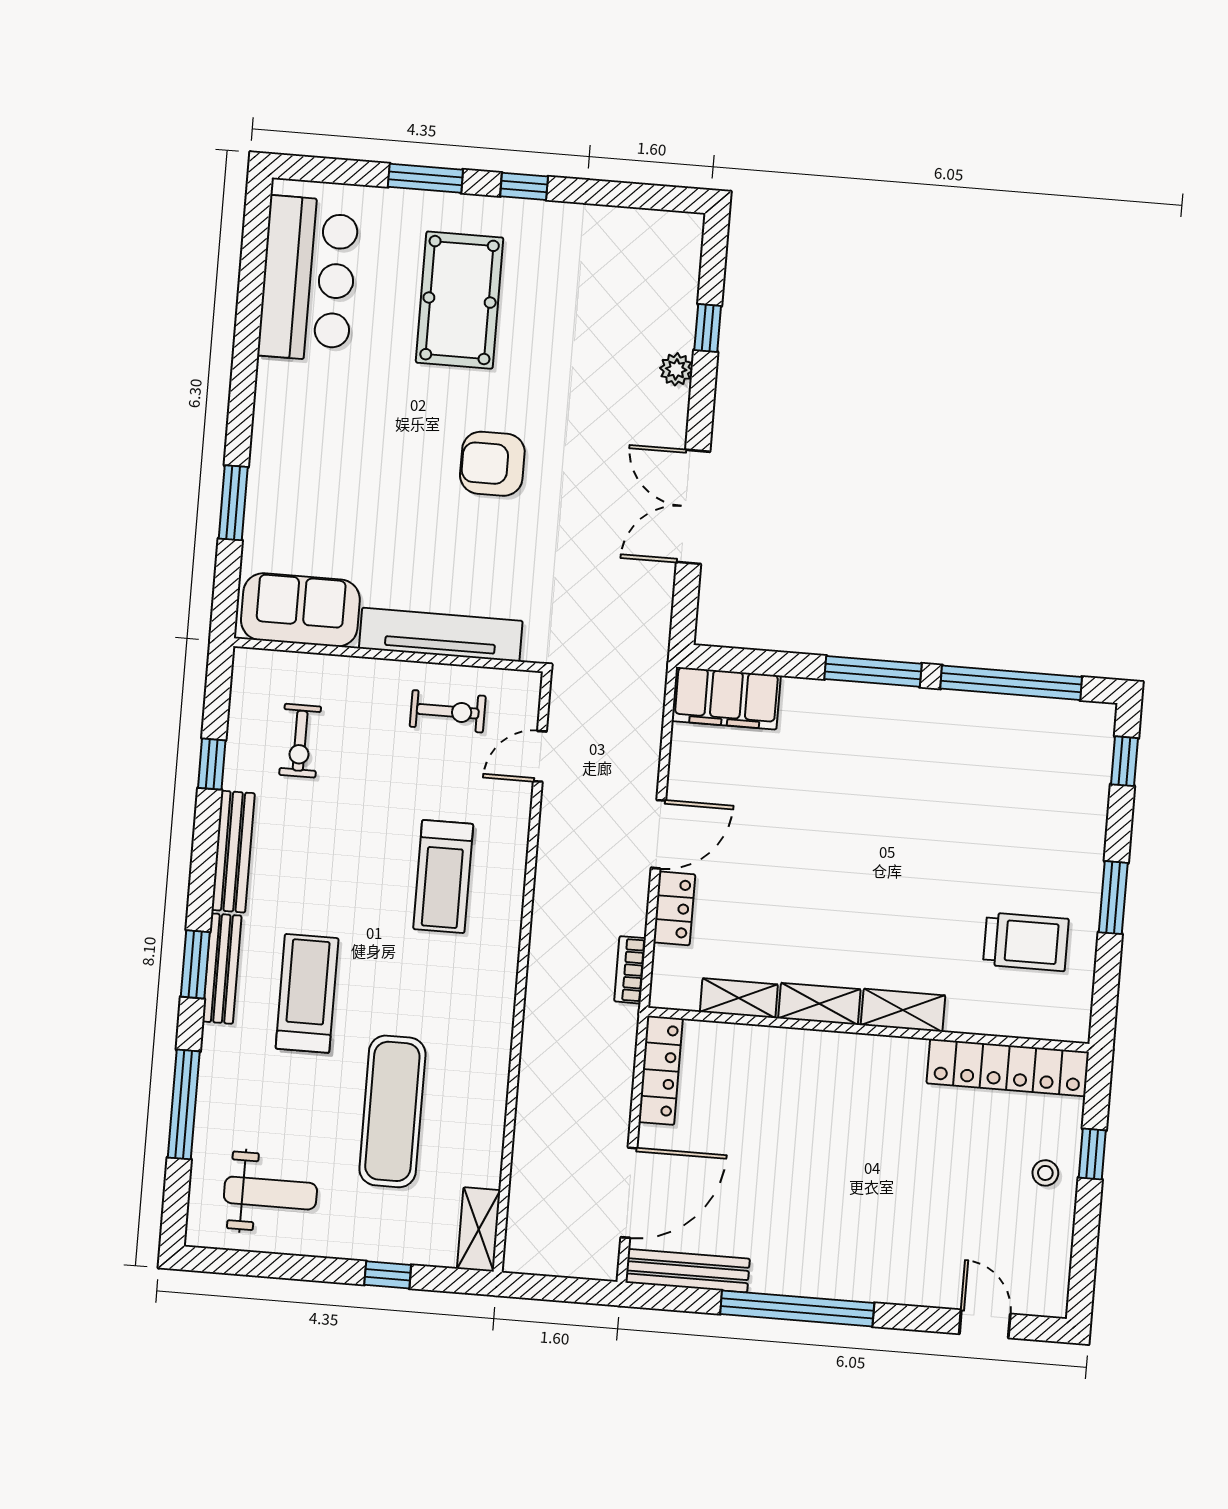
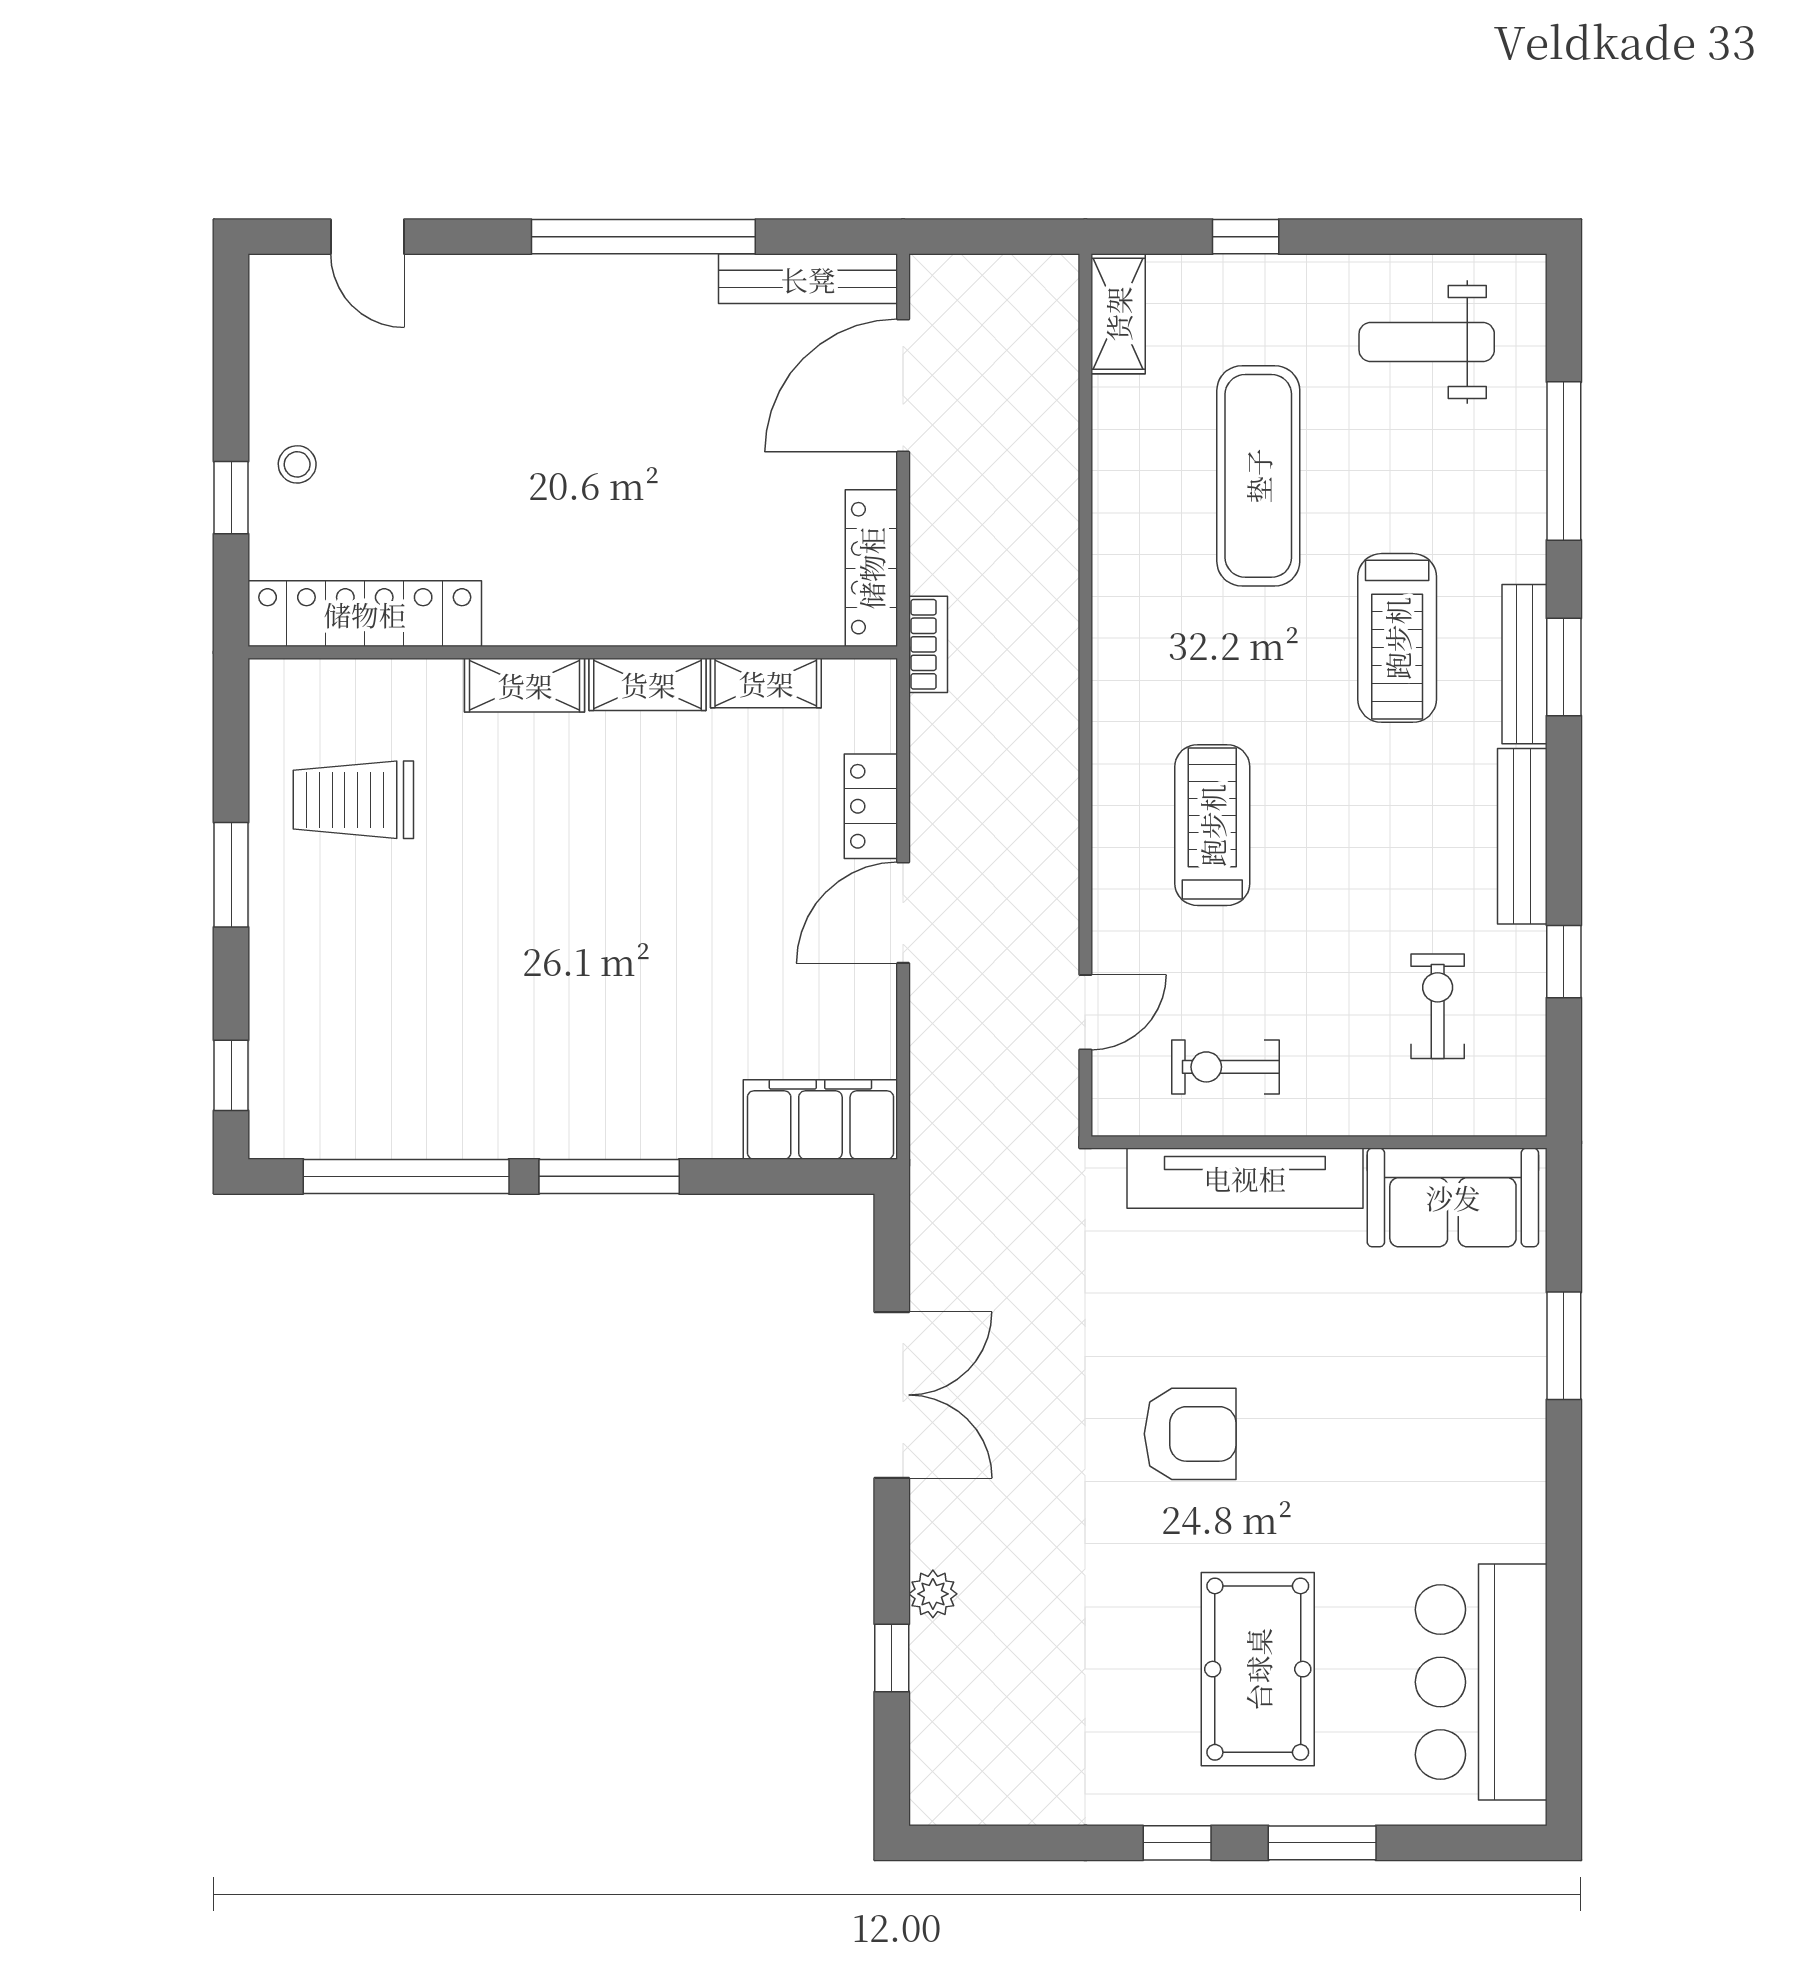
bookcase: (630, 970) -> (928, 644), moved

